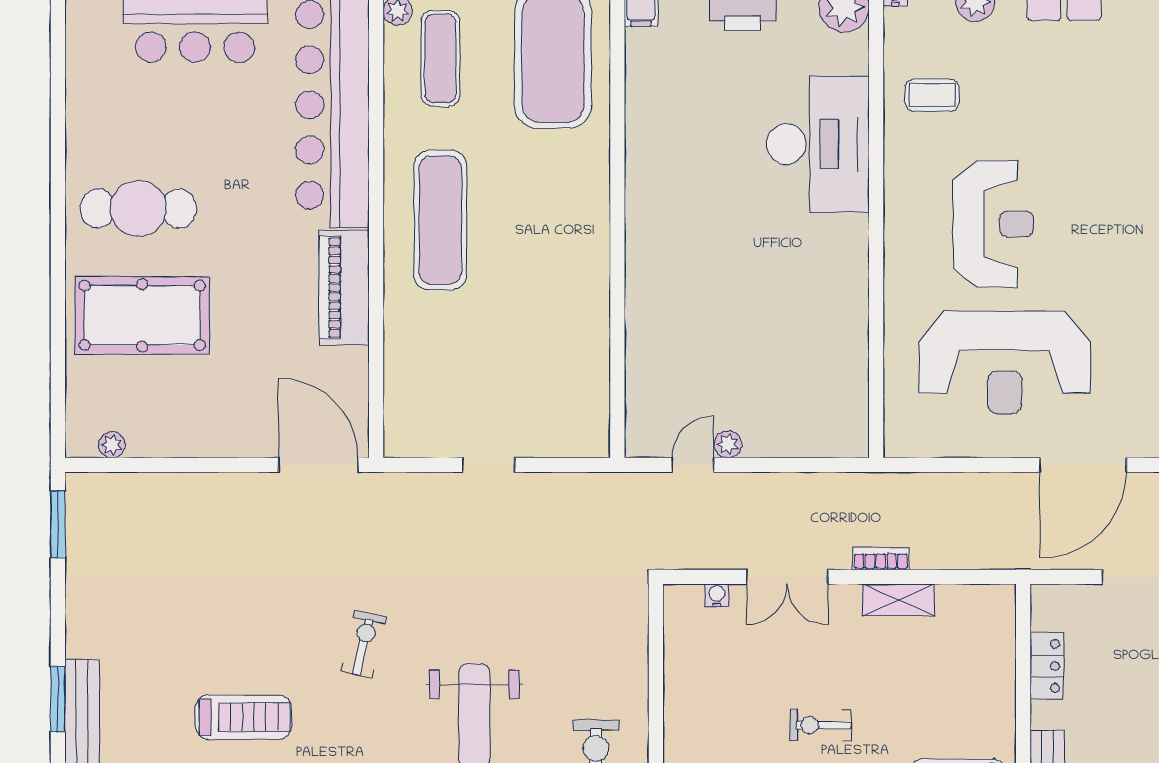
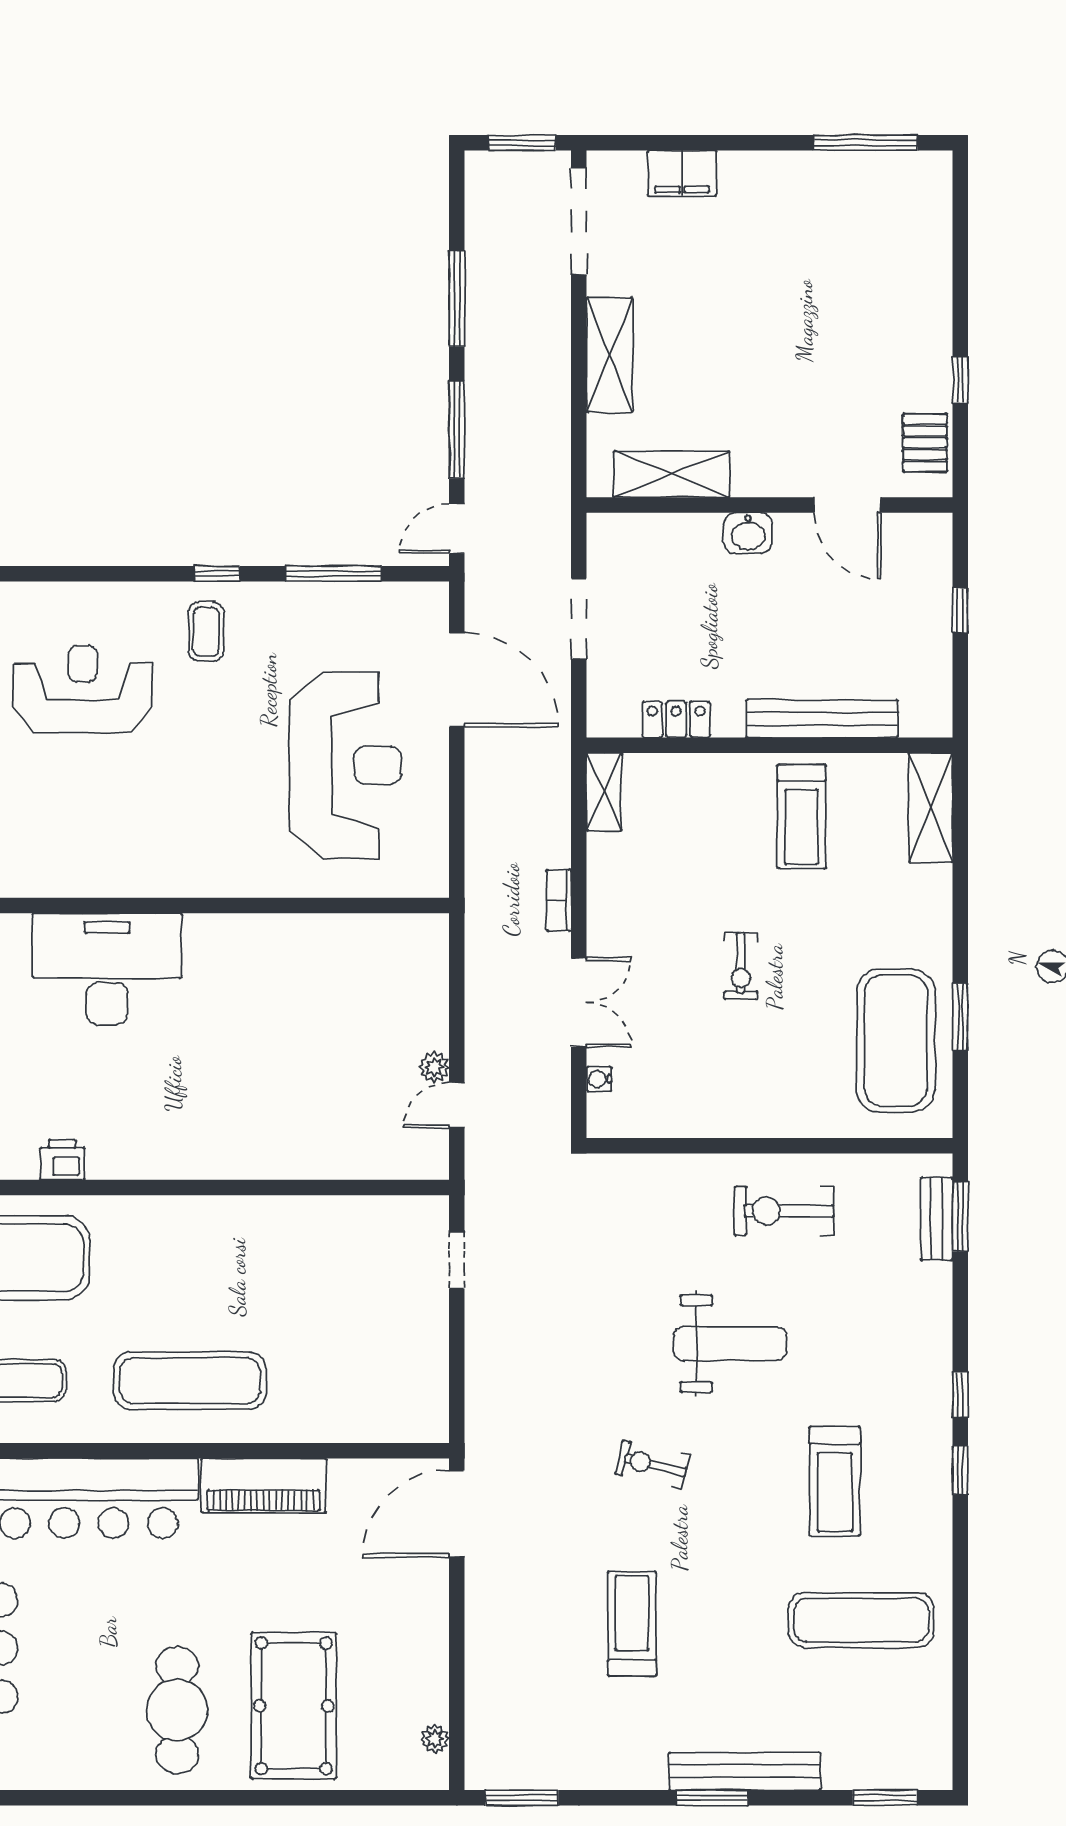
coffee table: (932, 95) -> (206, 632), moved
printer: (643, 103) -> (62, 1160), added
reception desk: (993, 224) -> (83, 689), moved
doorway: (489, 465) -> (457, 1260), moved
door: (693, 465) -> (457, 1105), hinge flipped
shelving: (899, 600) -> (604, 792), moved
treadmill: (244, 717) -> (632, 1624), moved

